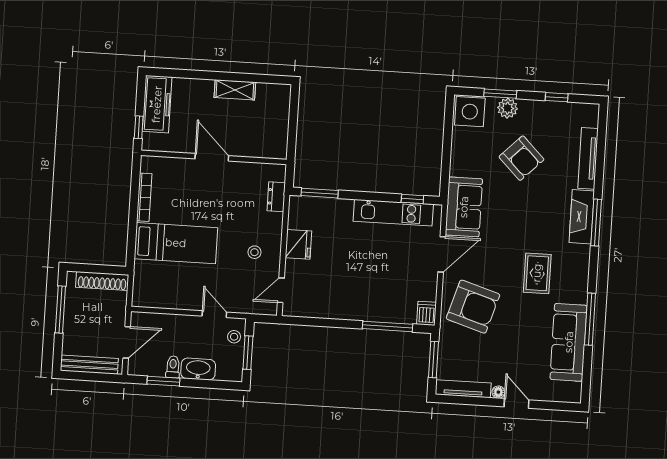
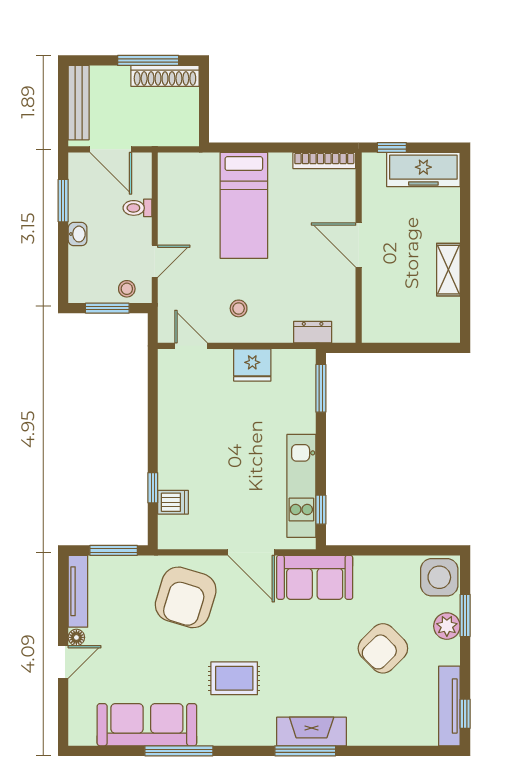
window: (557, 97) -> (465, 714), moved
door: (212, 157) -> (359, 245), swing flipped
tv unit: (588, 158) -> (449, 706), moved, turned -90
bookcase: (144, 197) -> (324, 160), moved
shoe rack: (102, 281) -> (165, 76), moved, turned -90
dishwasher: (427, 313) -> (173, 502), moved
window: (387, 326) -> (153, 488), width x0.46
toilet: (173, 367) -> (137, 208), moved, turned 180
washbasin: (198, 369) -> (78, 234), width x0.52, depth x0.69

